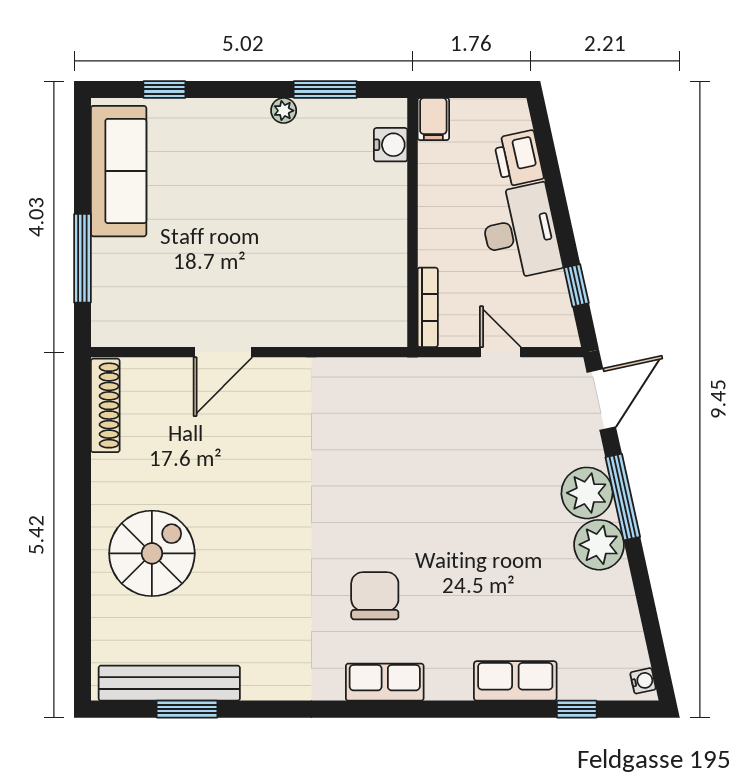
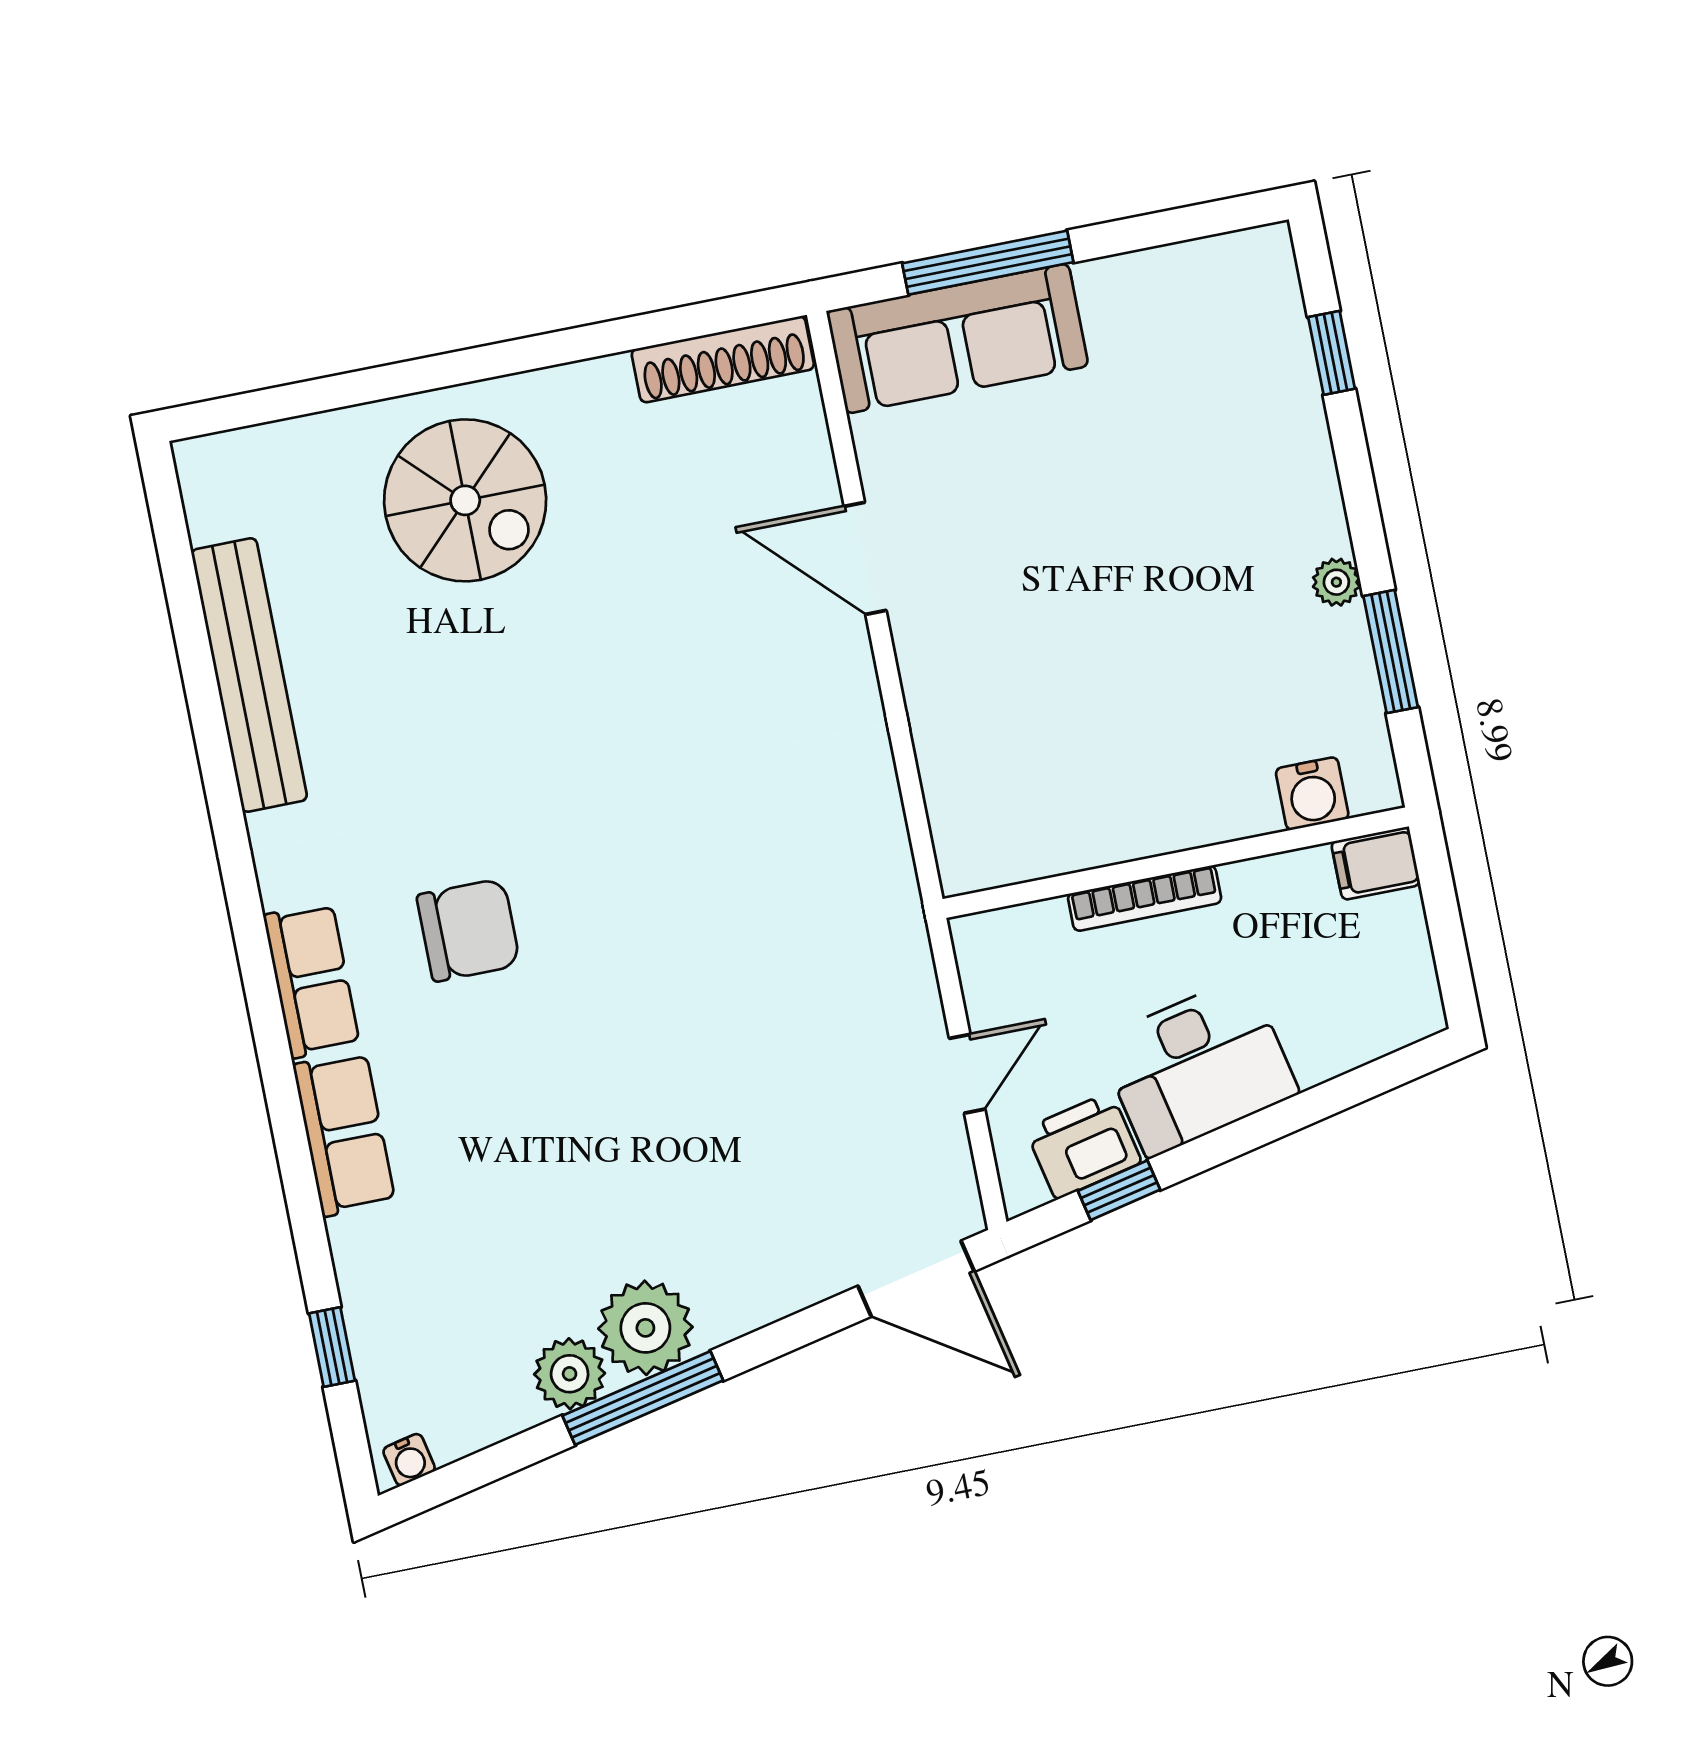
printer: (519, 159) -> (1083, 1146), moved
sofa: (119, 171) -> (957, 339), moved
bookcase: (428, 307) -> (1145, 898), moved
plant: (587, 493) -> (570, 1374), moved, width x0.73, depth x0.73
window: (623, 497) -> (643, 1398), moved
row of seats: (515, 681) -> (344, 1134), moved
bench: (169, 683) -> (249, 675), moved
window: (187, 709) -> (189, 623), removed

